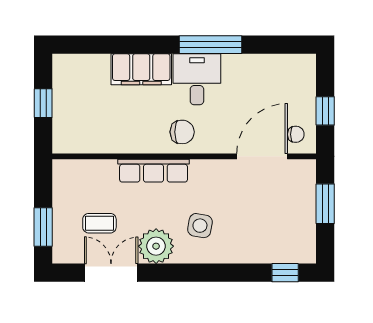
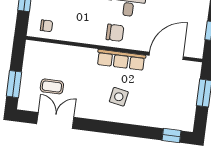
chair: (296, 134) -> (46, 26), moved
row of seats: (154, 171) -> (121, 60), moved
plant: (156, 246) -> (88, 107), removed

